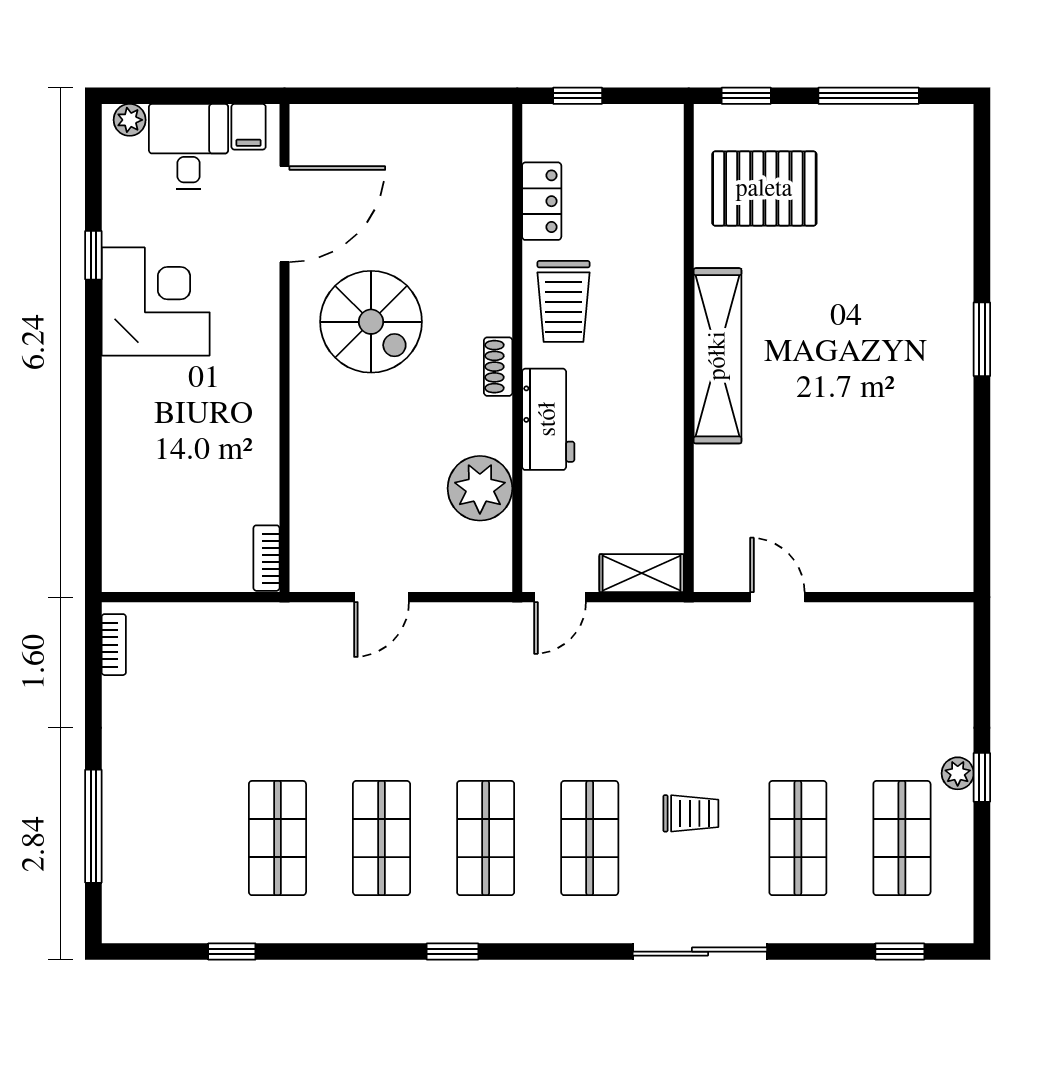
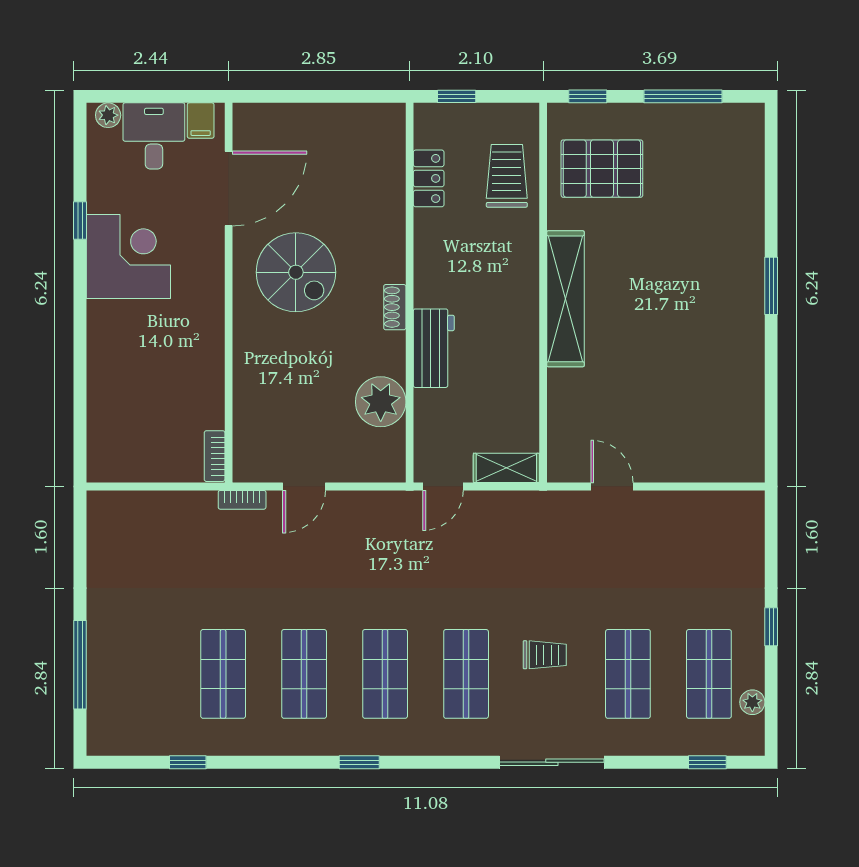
trolley: (564, 301) -> (507, 176), moved, turned 180
bookcase: (114, 645) -> (242, 500), moved, turned 90
plant: (958, 773) -> (752, 702), moved

